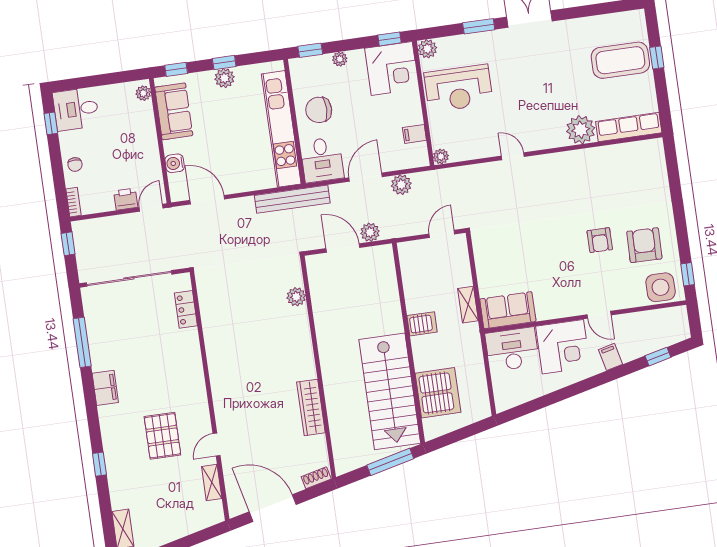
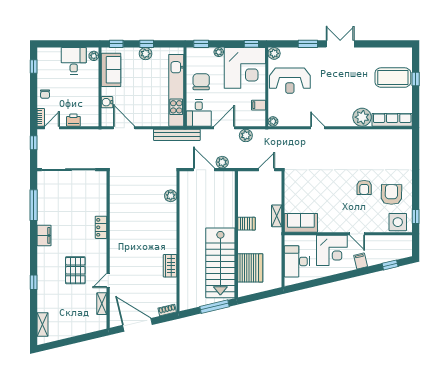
corner desk: (392, 69) -> (245, 68), width x1.36, depth x1.36
desk: (76, 109) -> (74, 61), moved, turned 90
chair: (319, 110) -> (201, 82), turned 90
door: (151, 208) -> (52, 128), moved
locker: (186, 309) -> (101, 227), moved
desk: (512, 349) -> (297, 261), moved, turned -90
wardrobe: (311, 407) -> (170, 266), width x0.67

